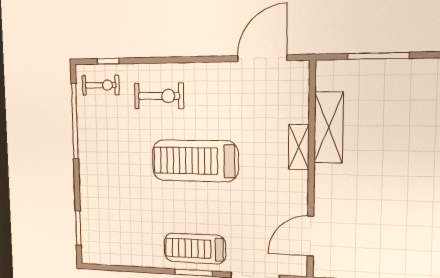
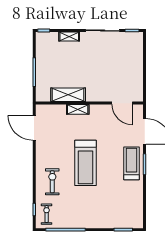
treadmill: (195, 249) -> (132, 163), turned 180

